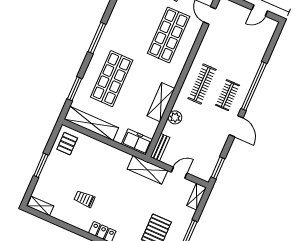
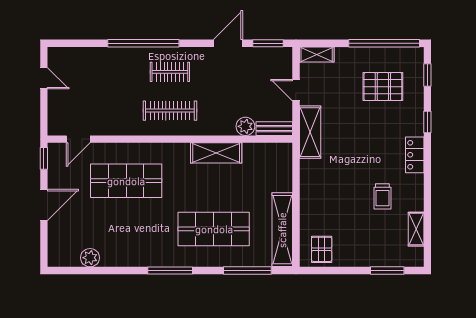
window: (75, 89) -> (247, 271), width x1.44
plant: (175, 117) -> (245, 126), moved
door: (236, 126) -> (228, 43), moved
freezer: (137, 142) -> (280, 161), removed
pallet: (67, 144) -> (322, 249), turned 90
window: (41, 165) -> (387, 271), moved
shelving: (40, 206) -> (416, 229), moved

